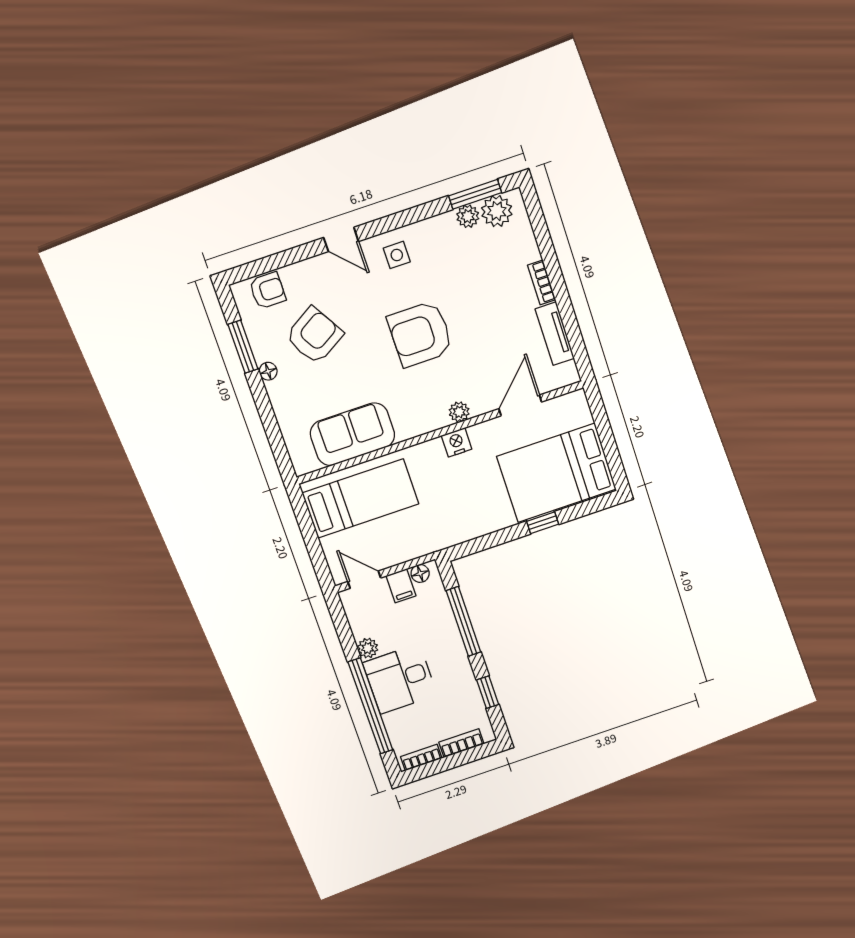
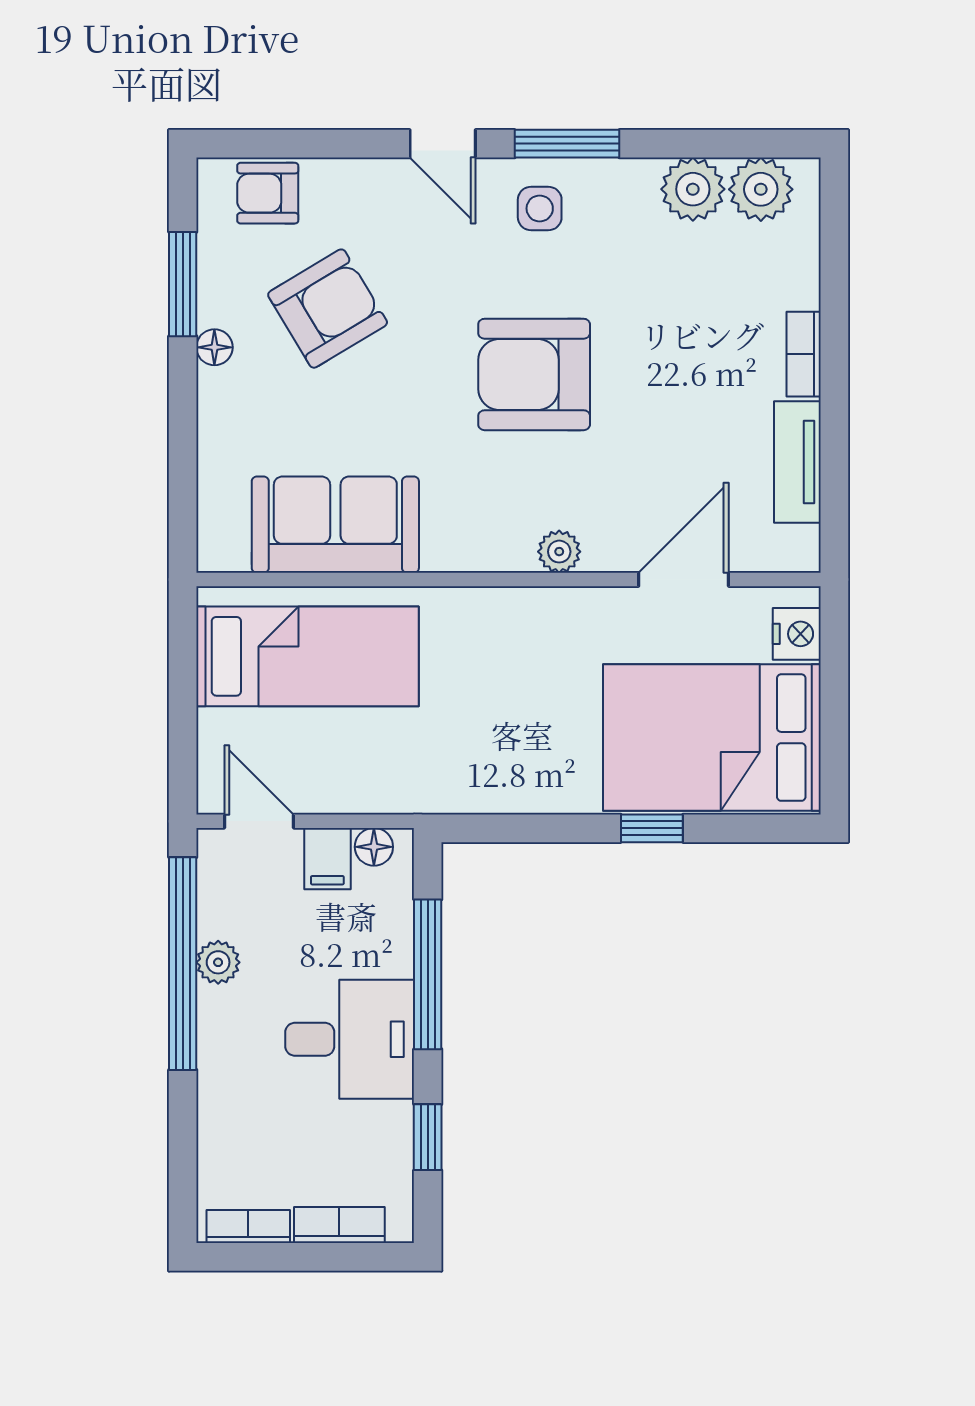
window: (475, 194) -> (567, 144), moved
plant: (468, 216) -> (693, 189), width x1.38, depth x1.38
armchair: (267, 290) -> (268, 193), turned 180
nightstand: (457, 442) -> (797, 634), moved, turned 90
desk: (400, 679) -> (350, 1039), moved, turned 180
window: (370, 706) -> (183, 964), moved

